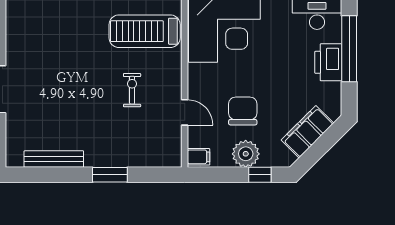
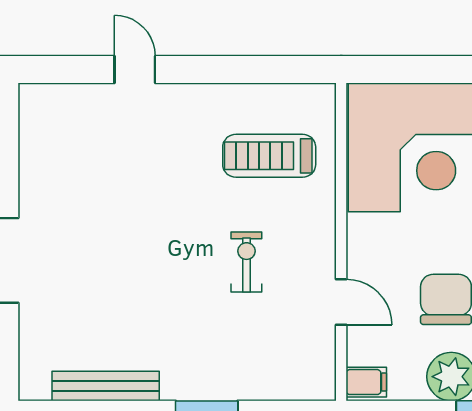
treadmill: (145, 31) -> (269, 156), width x0.73, depth x0.73

